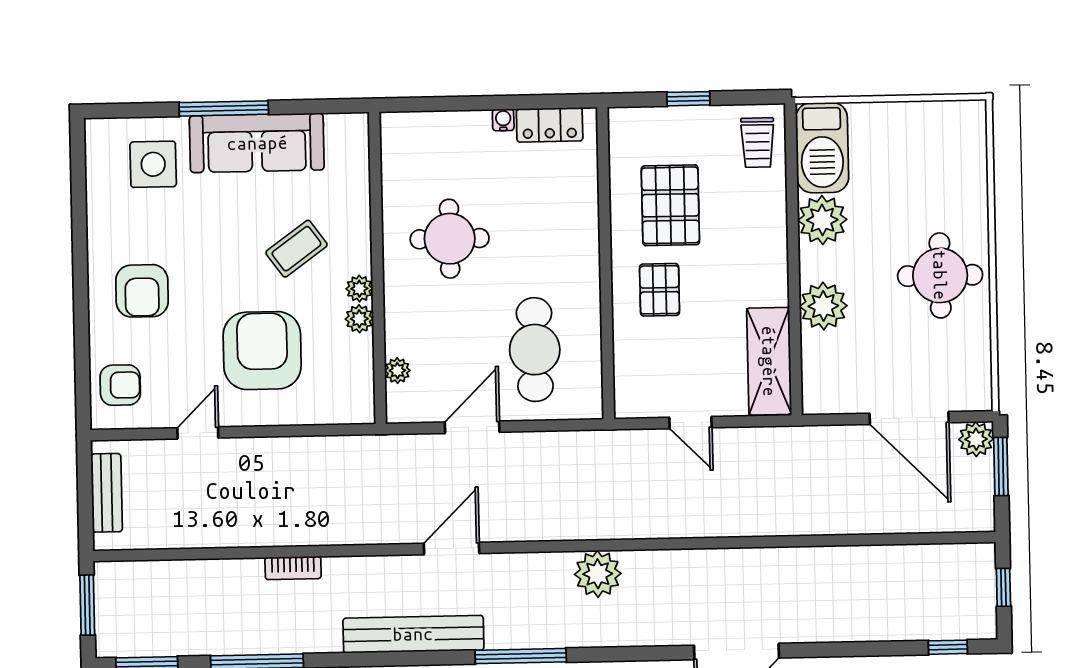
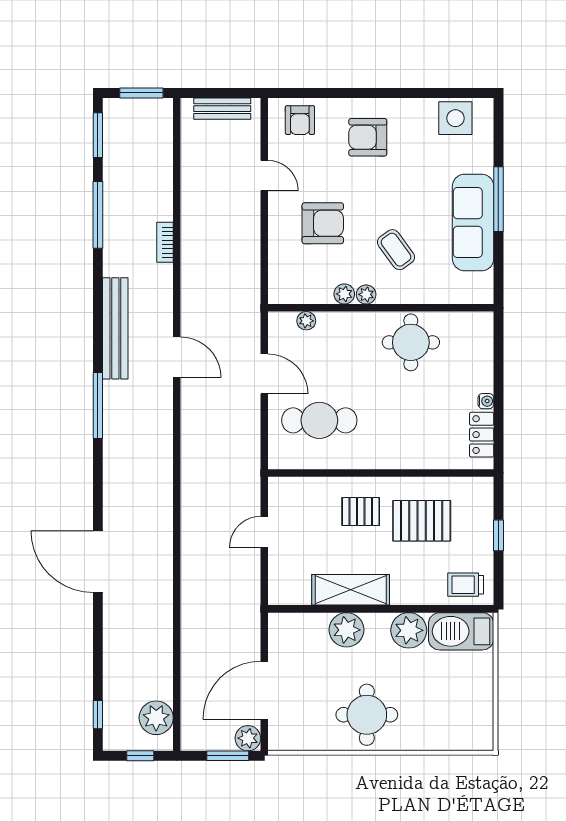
side table: (153, 164) -> (455, 118), moved
round table: (450, 239) -> (411, 342), moved
armchair: (262, 351) -> (323, 223), width x0.73, depth x0.73
shelving: (769, 361) -> (351, 590), moved
plant: (598, 574) -> (156, 718), moved

